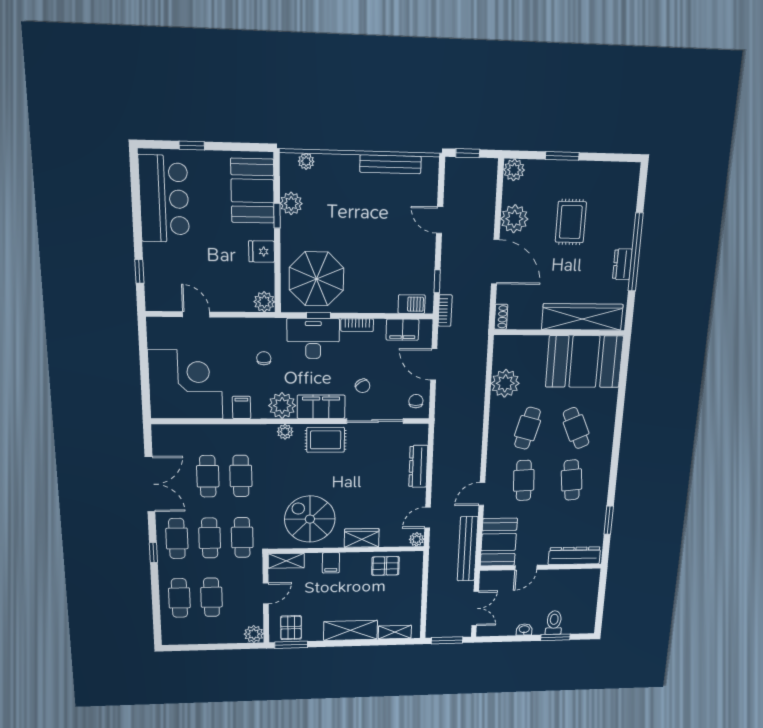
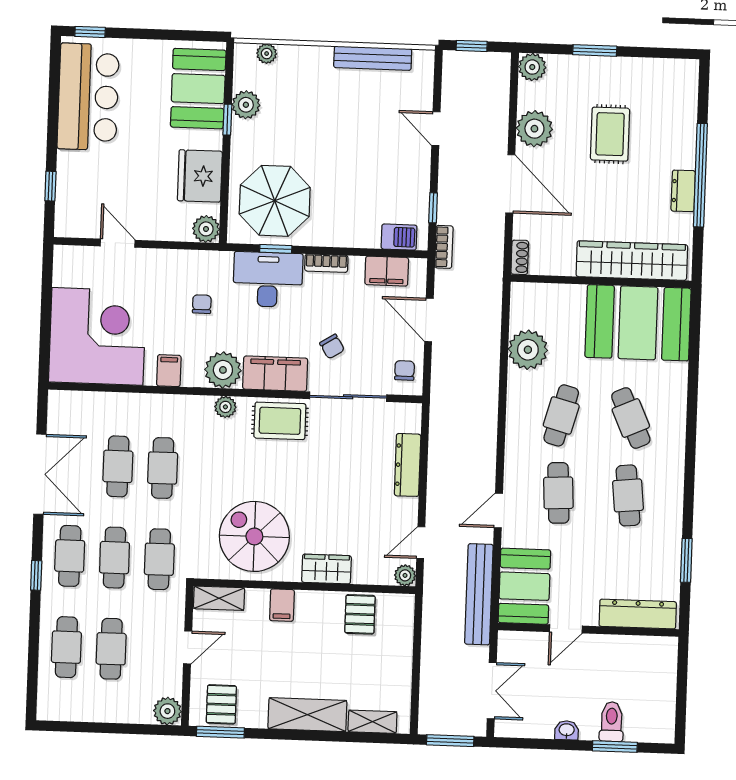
window: (192, 146) -> (90, 32), moved
fridge: (262, 251) -> (200, 176), width x1.88, depth x1.34
pallet: (385, 566) -> (360, 614), turned 90

